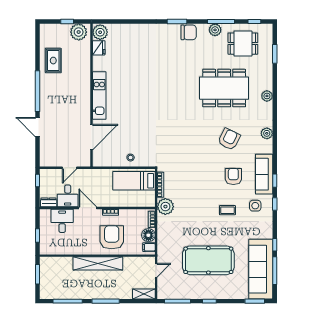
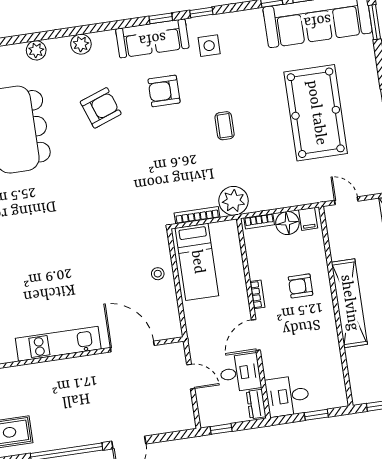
plant: (267, 96) -> (36, 50), moved
armchair: (229, 139) -> (101, 108), turned 134
coffee table: (227, 210) -> (225, 126), moved
desk: (62, 221) -> (288, 396), moved
armchair: (112, 237) -> (300, 286), width x0.53, depth x0.53

